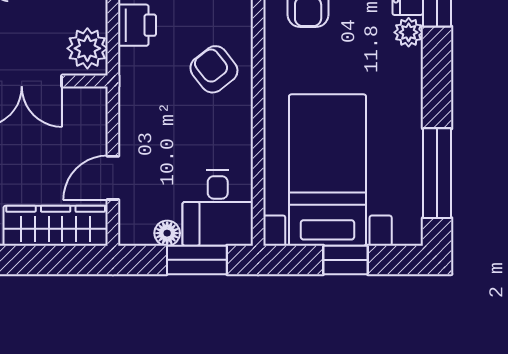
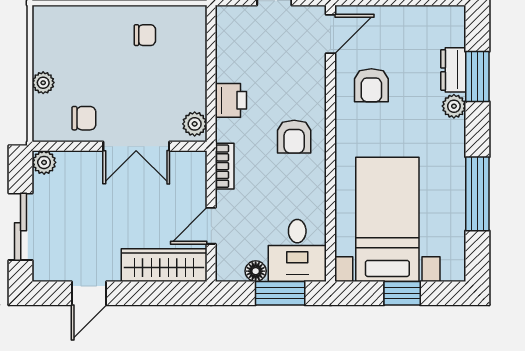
plant: (87, 48) -> (195, 124), width x0.73, depth x0.73
armchair: (214, 69) -> (294, 137), turned -142
bookcase: (129, 105) -> (225, 166), added
window: (437, 173) -> (477, 194), moved

